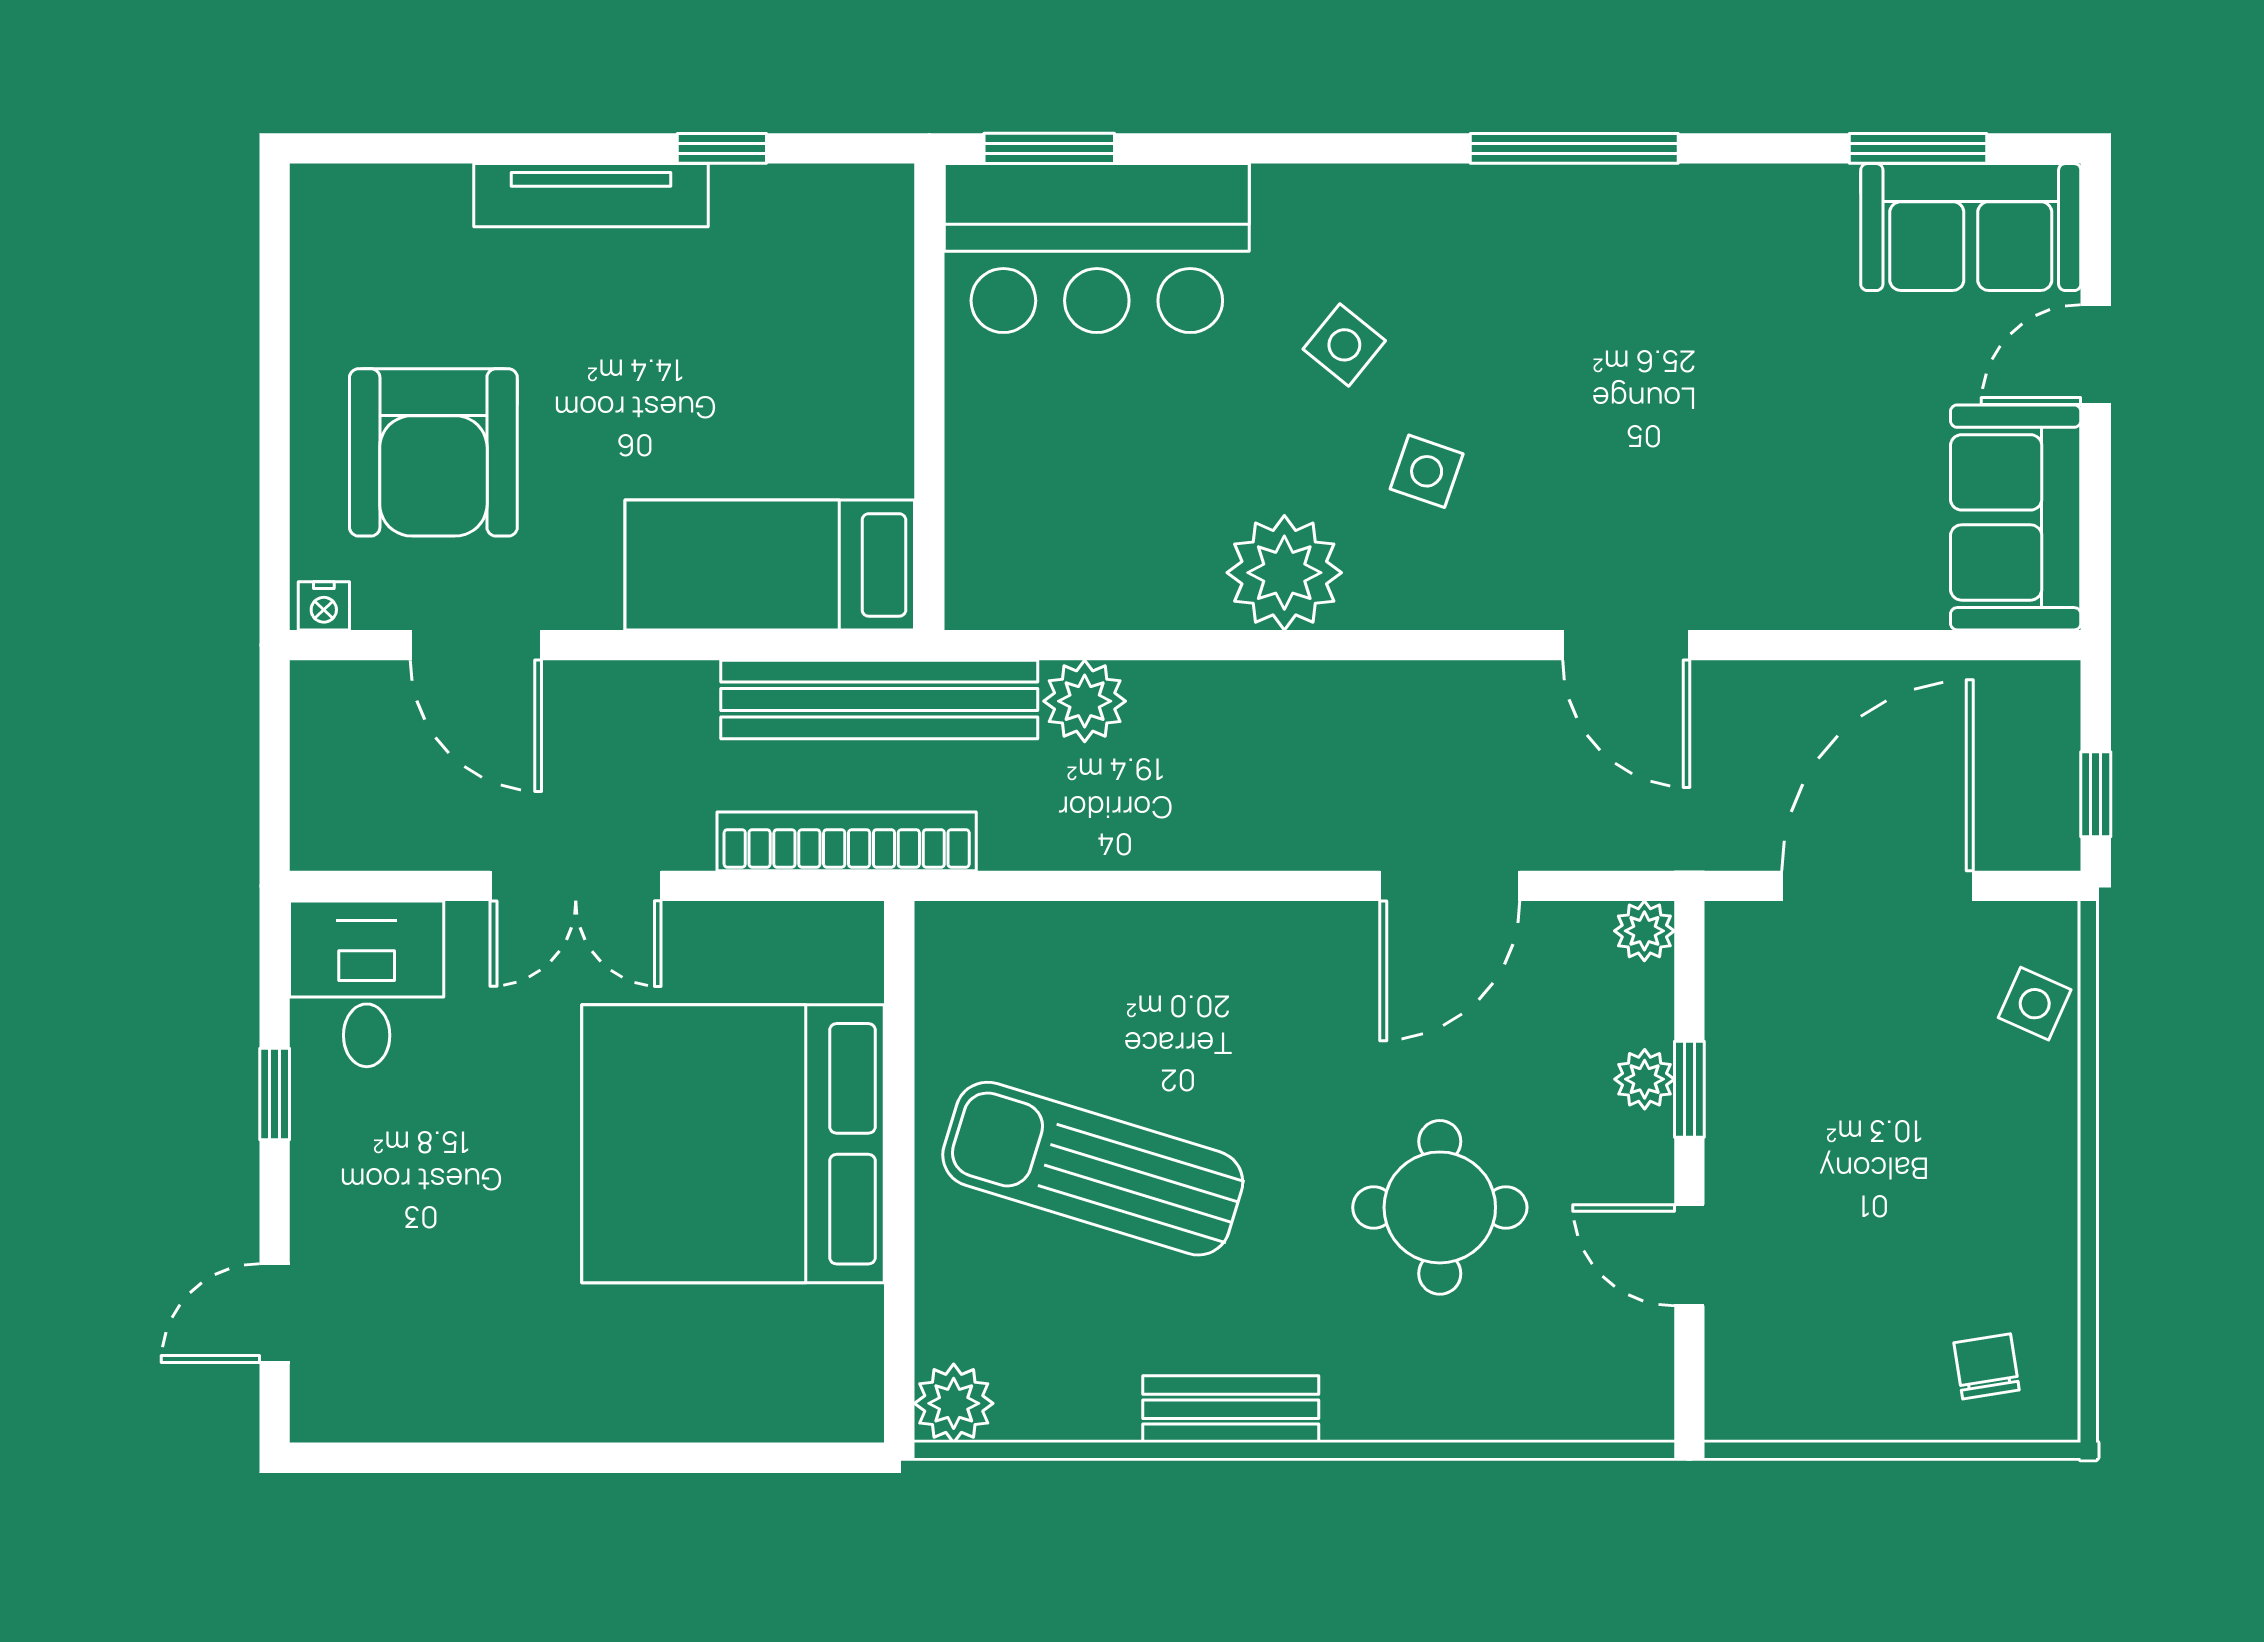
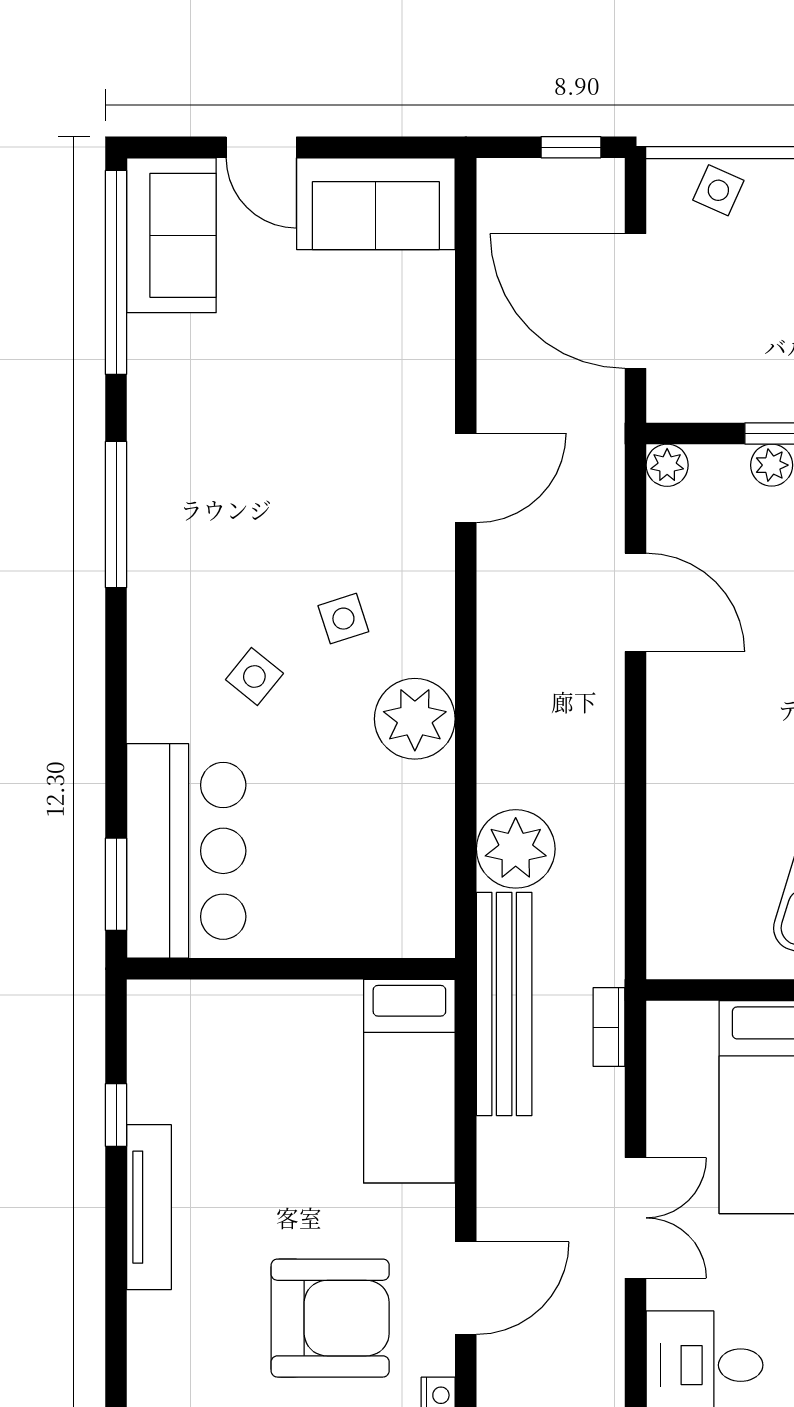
window: (1918, 148) -> (116, 272), width x2.11
side table: (1427, 471) -> (343, 619), turned -37
plant: (1085, 701) -> (516, 849), width x1.36, depth x1.36
bookcase: (847, 841) -> (609, 1027), width x0.43, depth x0.76

